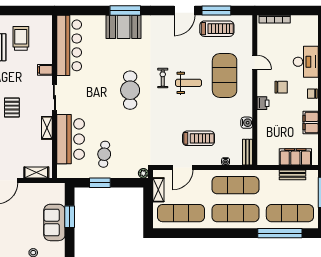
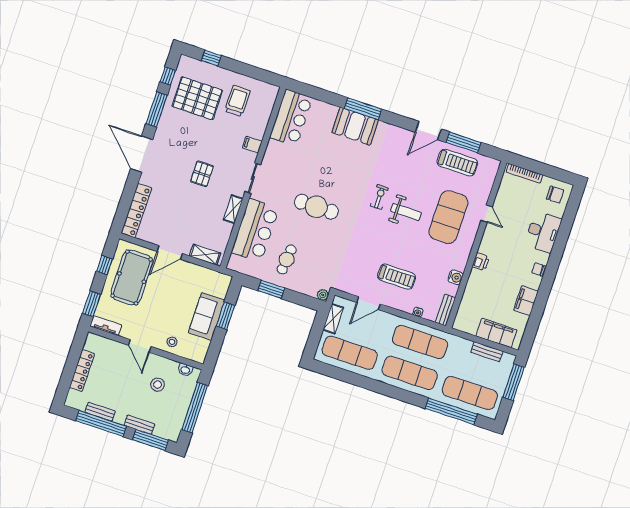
bar counter: (69, 45) -> (291, 118), width x0.73
chair: (281, 87) -> (555, 195), moved
cafe table: (130, 90) -> (316, 207), moved, turned 90

